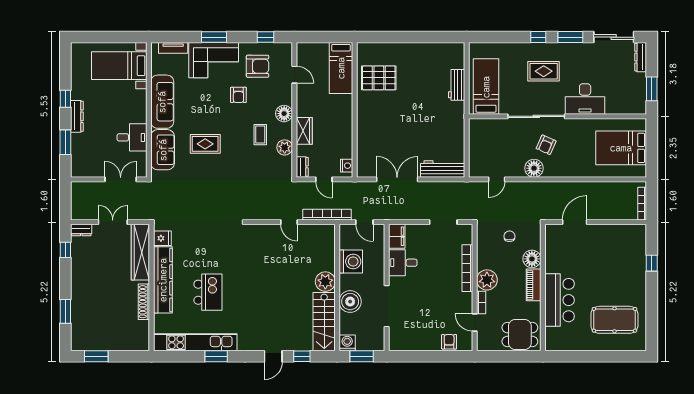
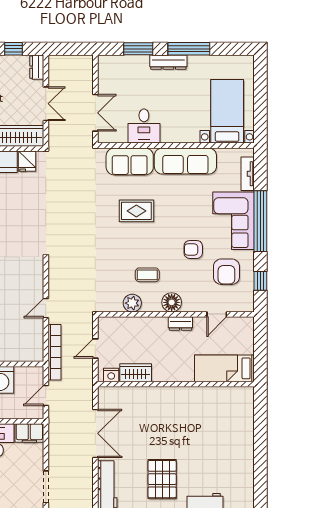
window: (214, 37) -> (260, 221), width x2.11
pallet: (379, 78) -> (162, 479), moved
window: (65, 99) -> (189, 49), width x2.17
wardrobe: (304, 131) -> (136, 373), moved, turned 180
rug: (205, 144) -> (136, 211), turned 90
dresser: (302, 167) -> (180, 323), moved

